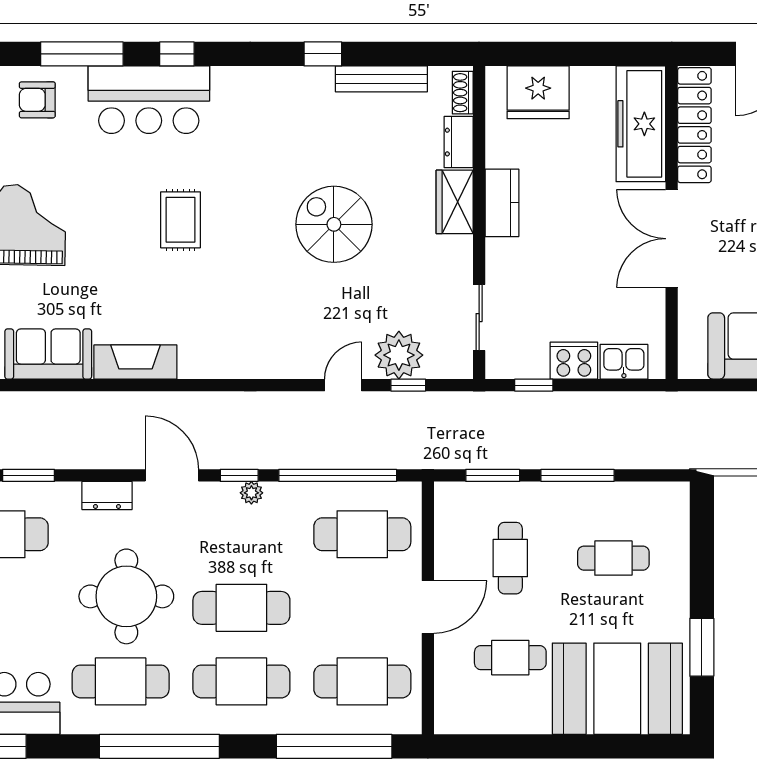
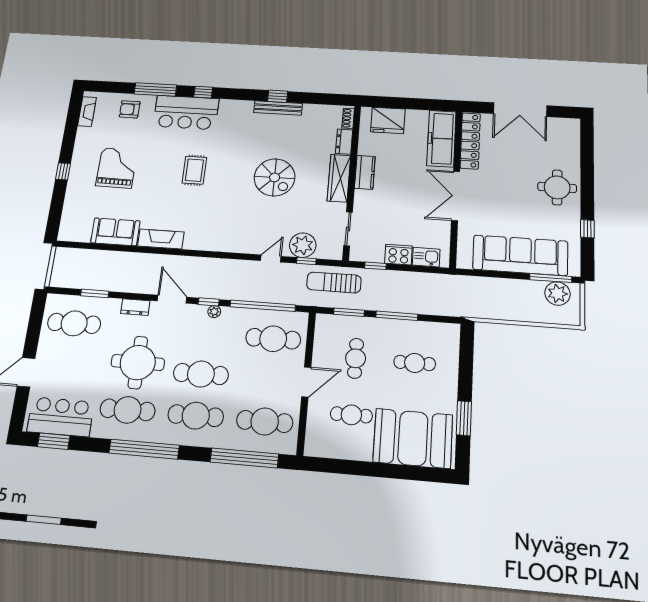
bench: (381, 79) -> (278, 108), moved
wardrobe: (455, 202) -> (339, 178), width x1.50
spiral stairs: (334, 224) -> (275, 177), turned 180
sun lounger: (461, 422) -> (334, 282), added

